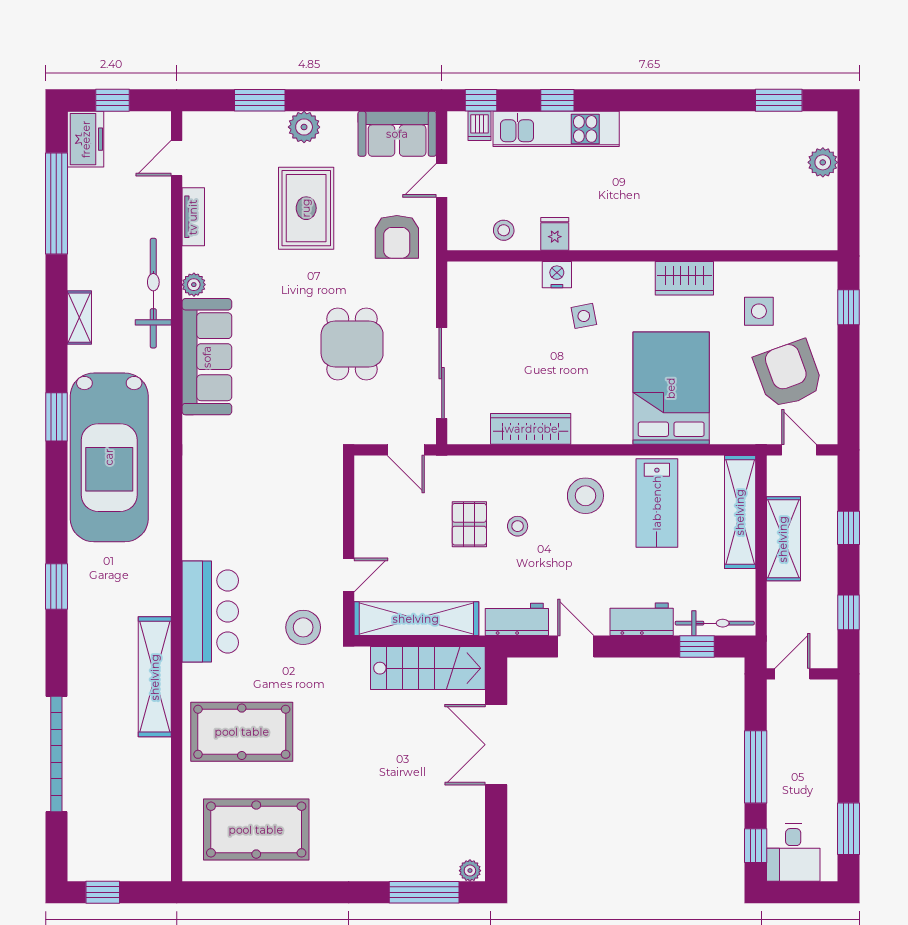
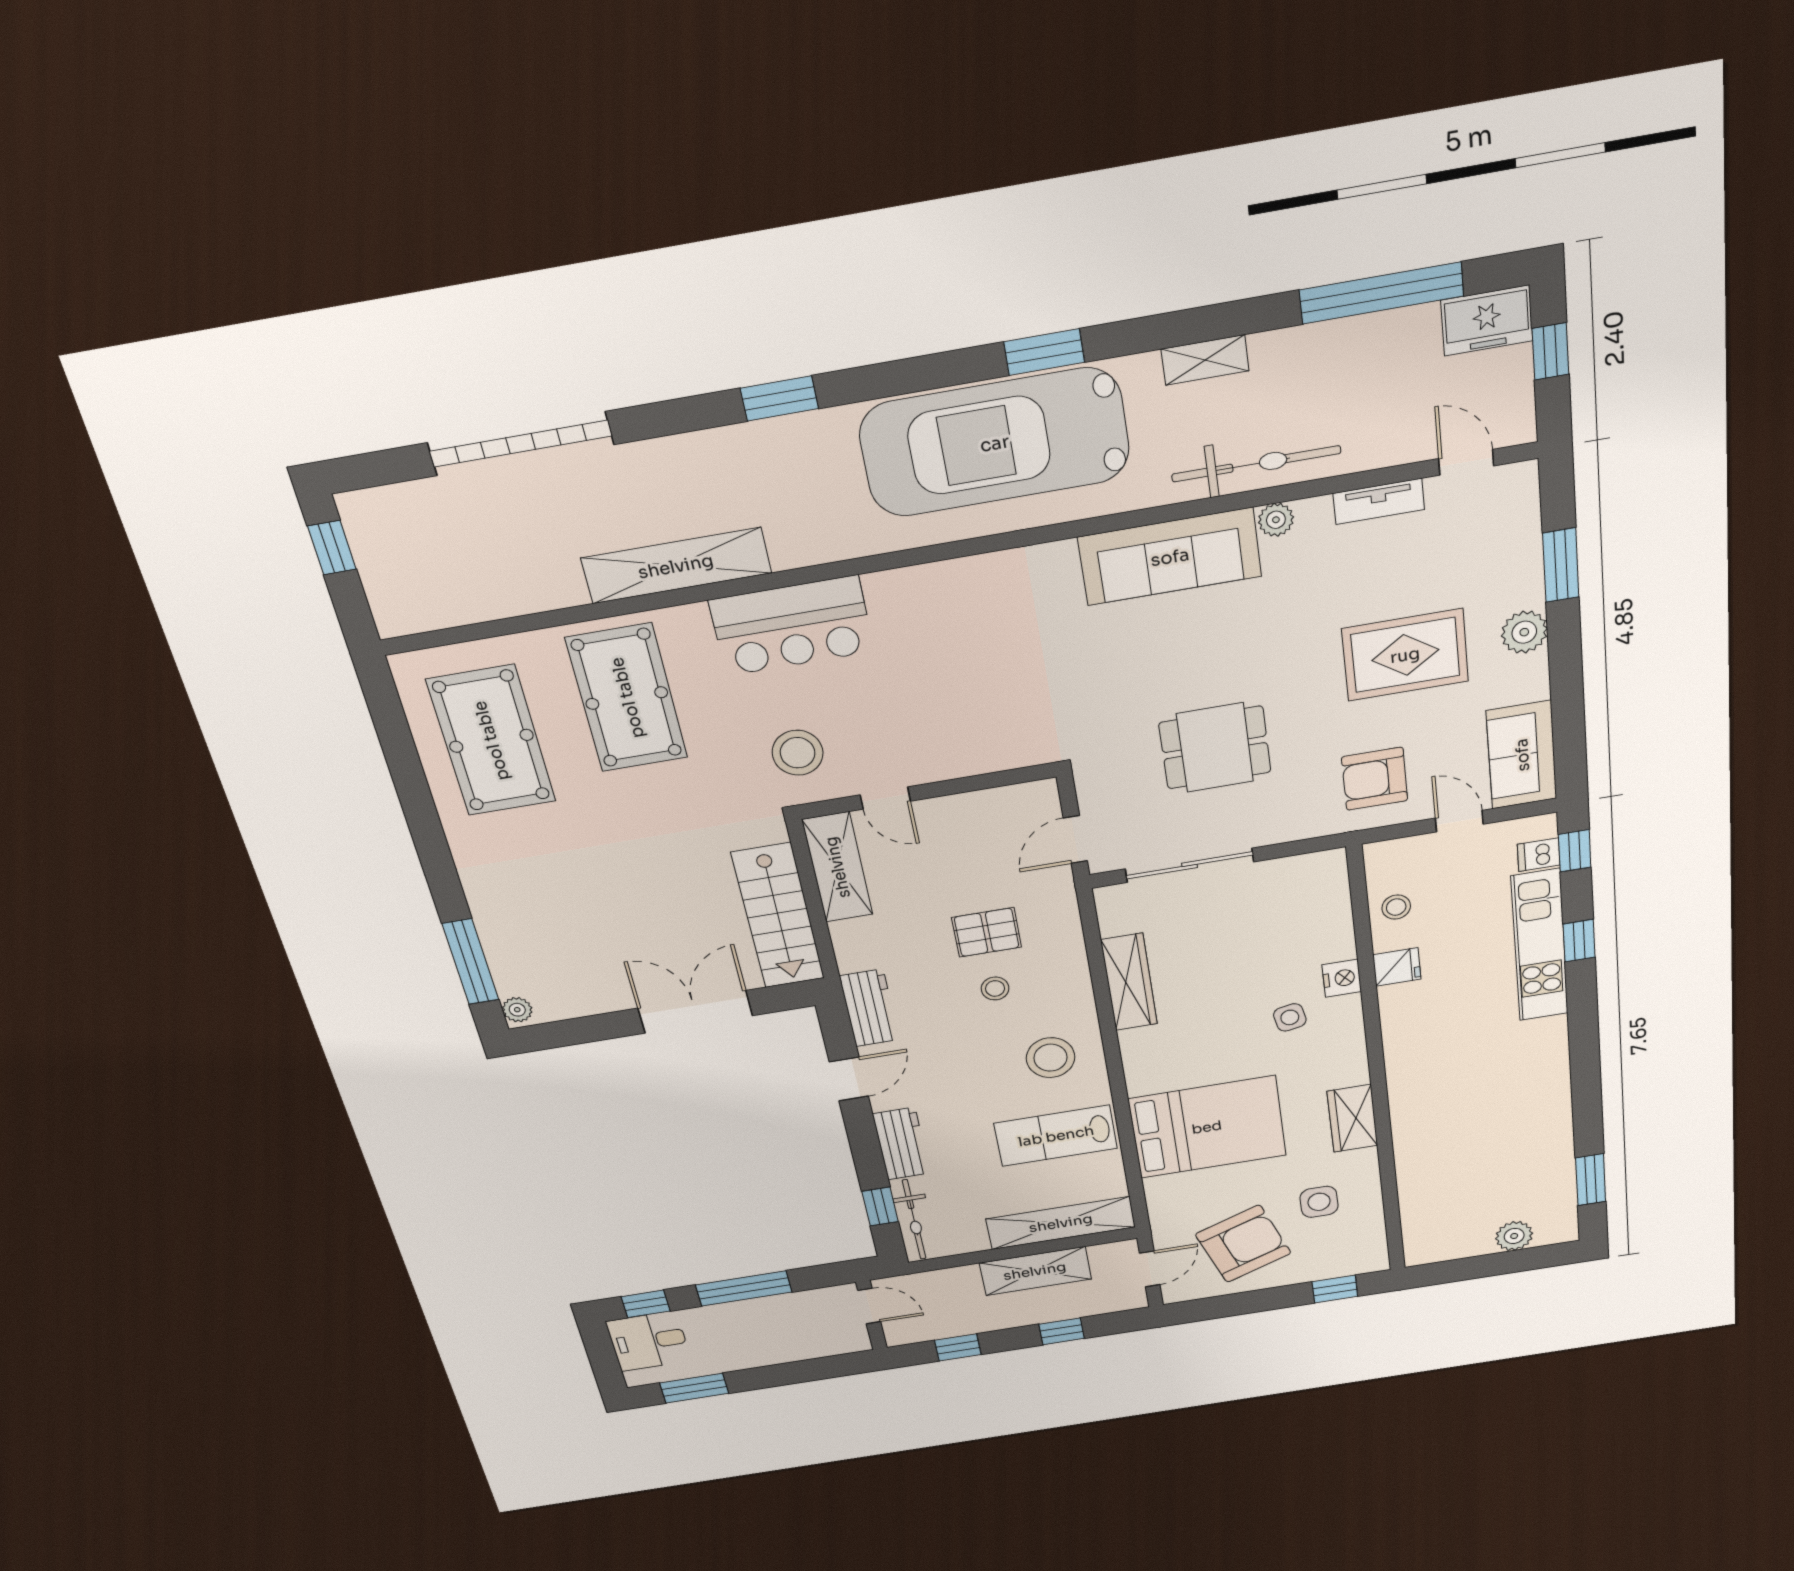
shelving: (416, 619) -> (837, 867), width x0.68

